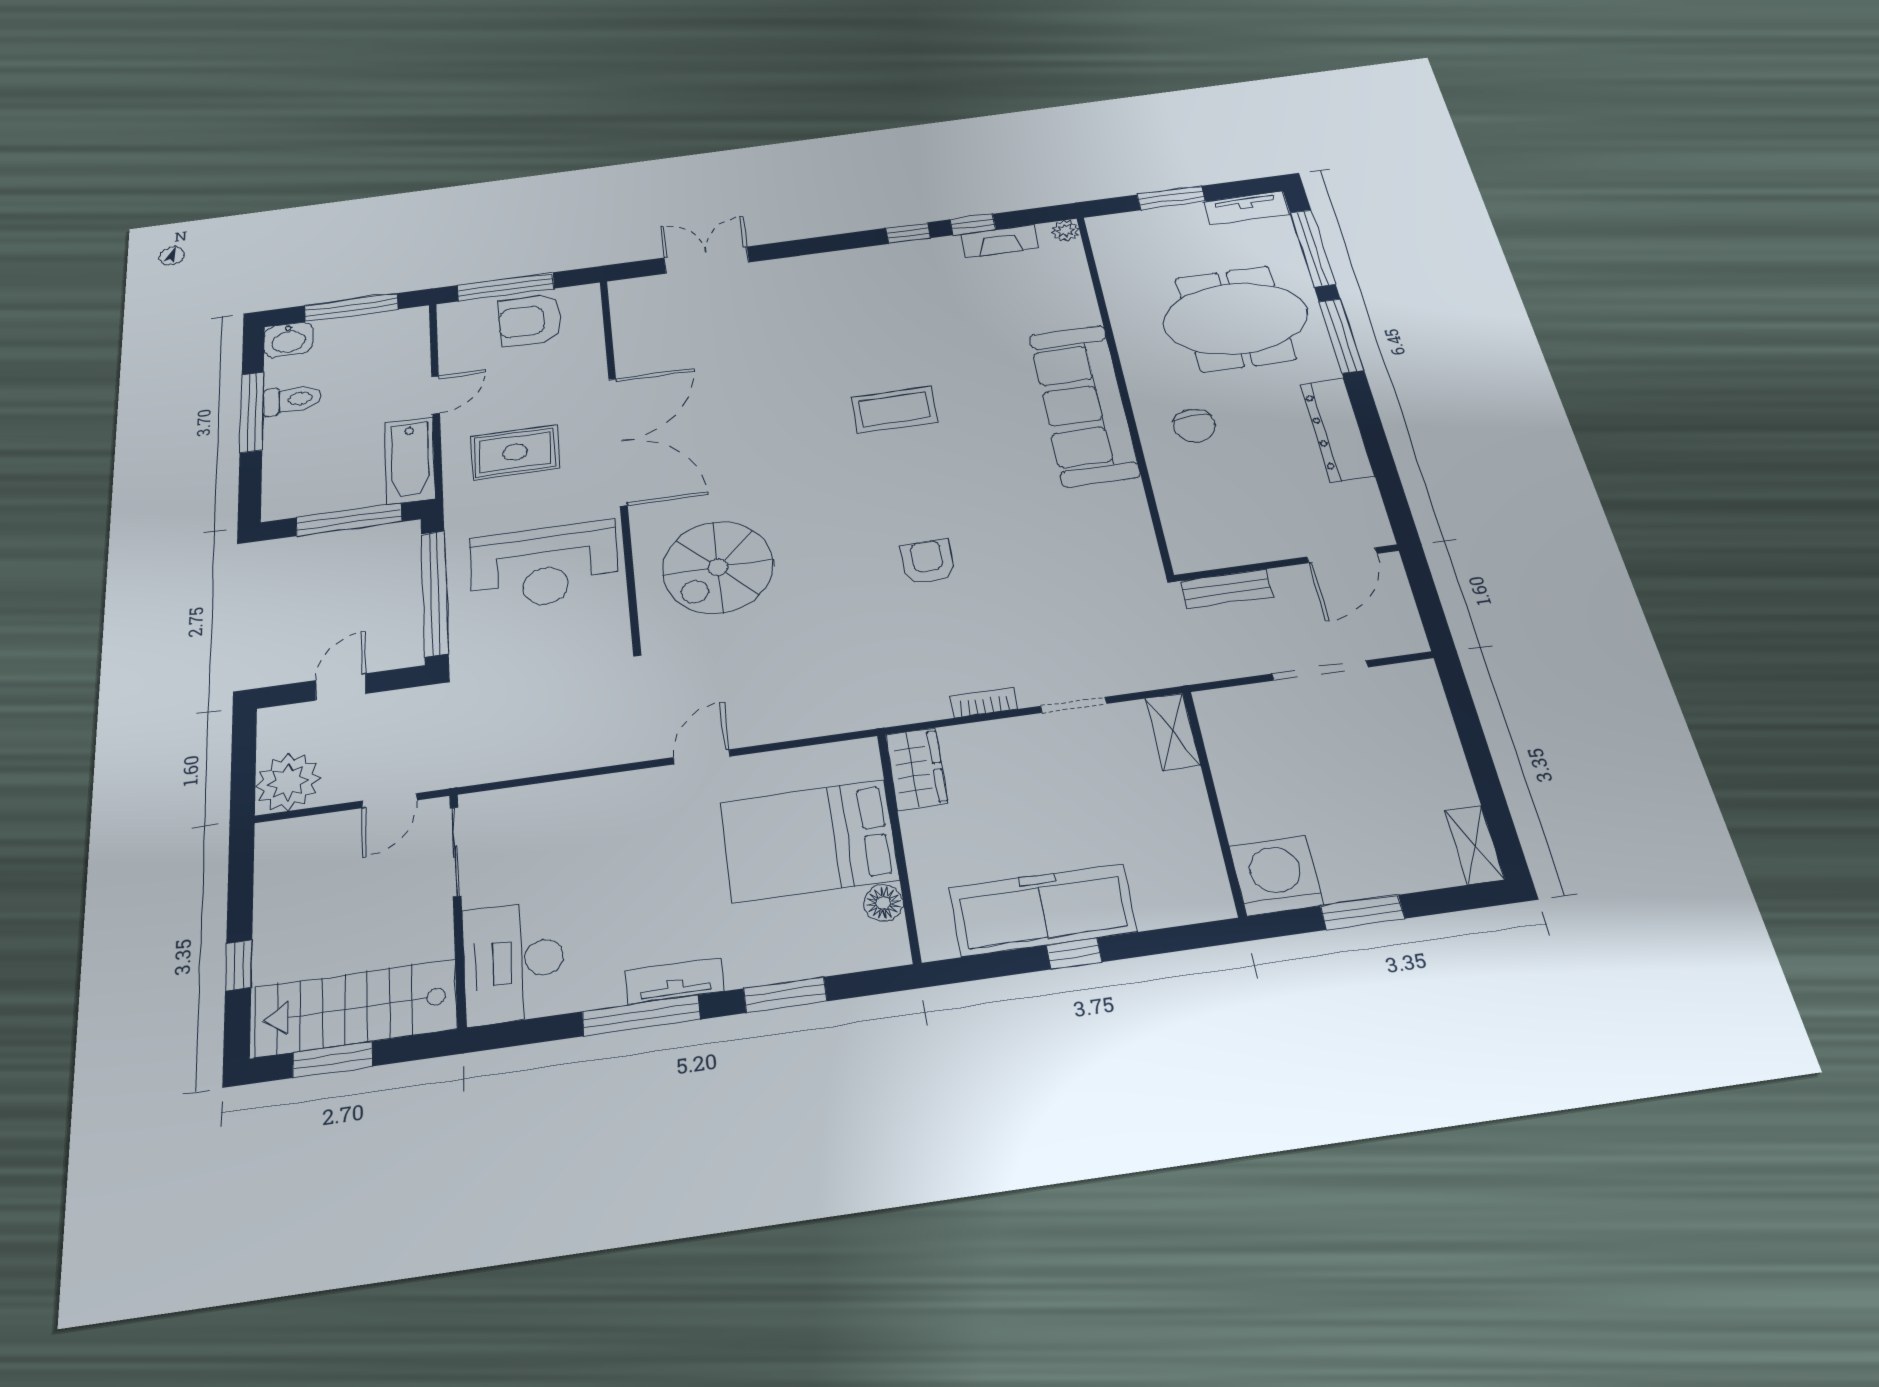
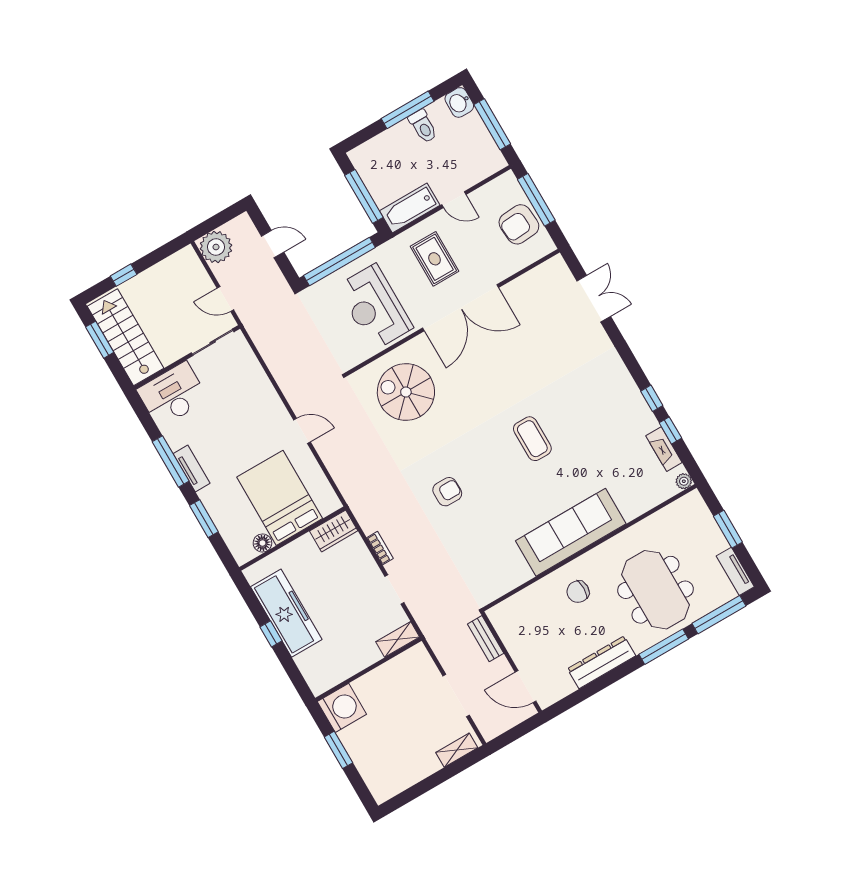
armchair: (530, 321) -> (519, 224), turned -94
shelving: (1475, 845) -> (457, 750), moved

